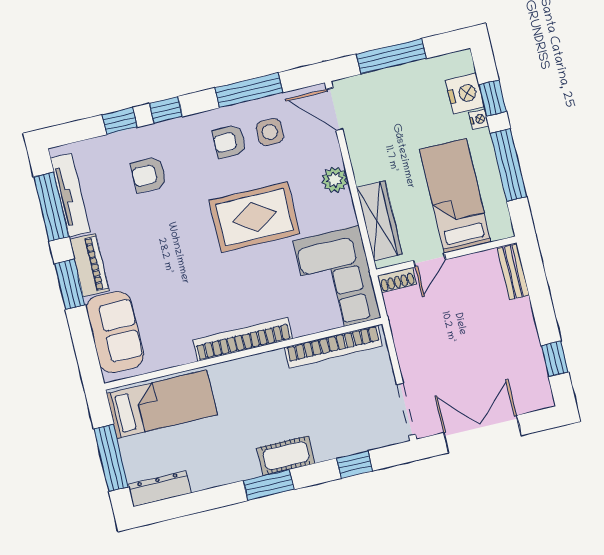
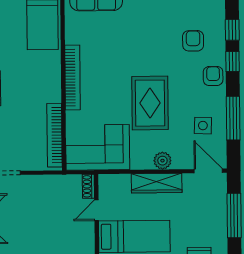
door: (335, 109) -> (208, 171), hinge flipped
armchair: (229, 142) -> (213, 76), moved
wardrobe: (379, 221) -> (157, 183), moved
door: (430, 260) -> (96, 210), hinge flipped

